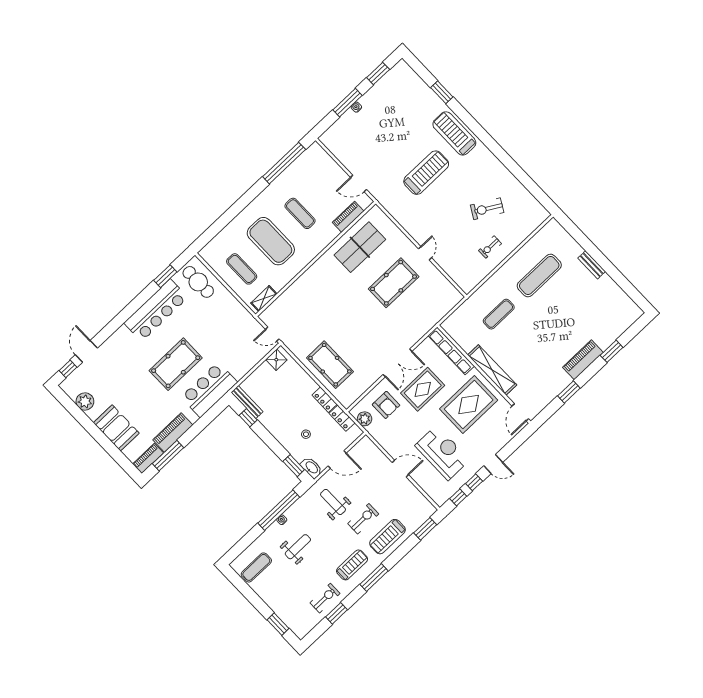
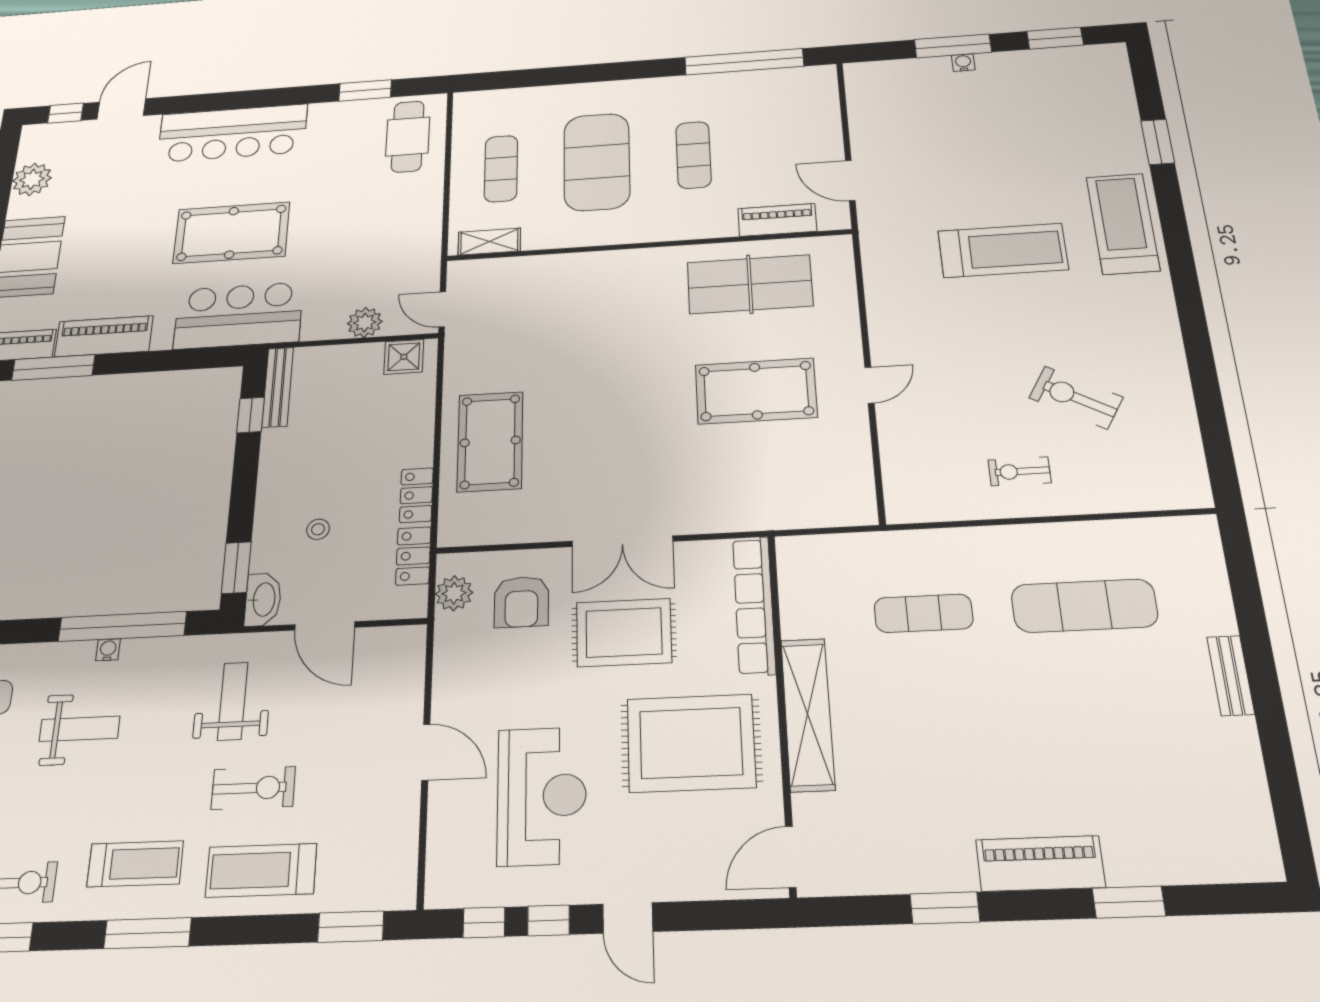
bar counter: (156, 310) -> (232, 133), moved
plant: (252, 359) -> (365, 323), added

